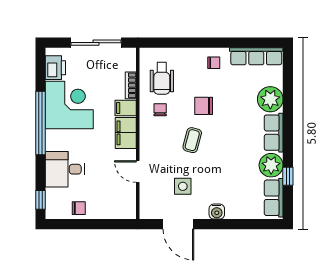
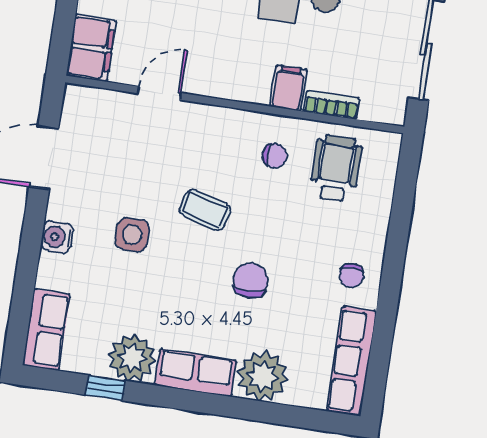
wheelchair: (162, 78) -> (336, 168), turned 90
chair: (204, 106) -> (250, 280), moved
filing cabinet: (126, 133) -> (91, 48), moved, turned 90
side table: (183, 186) -> (132, 235), moved
row of seats: (274, 198) -> (46, 330), moved, turned 90

